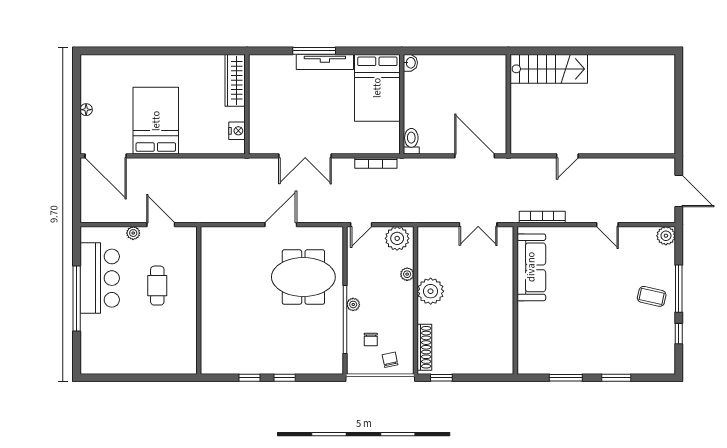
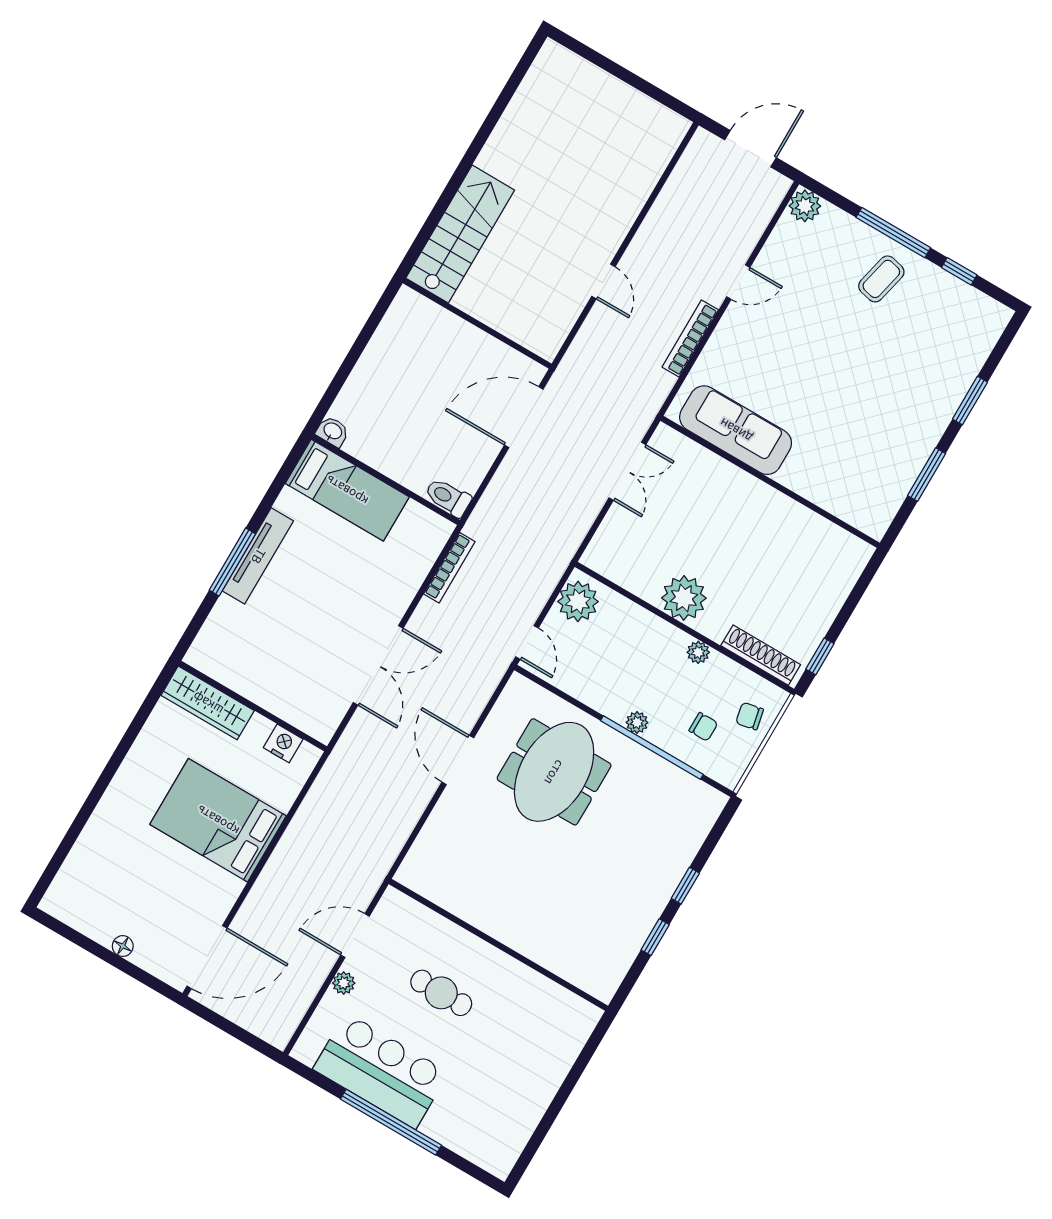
bed: (377, 88) -> (347, 490), width x0.67
bed: (156, 121) -> (218, 820), moved
bookcase: (542, 217) -> (690, 338), moved
plant: (407, 274) -> (698, 652), moved

